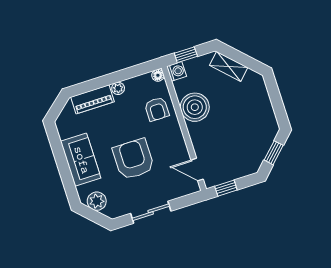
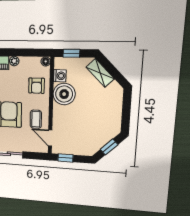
washing machine: (177, 71) -> (60, 76), moved
coffee table: (171, 152) -> (36, 119), added

